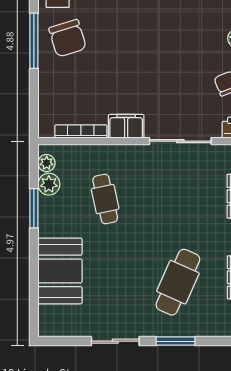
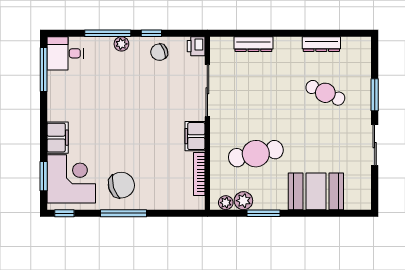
cafe table: (105, 199) -> (256, 154), width x1.37, depth x1.35
cafe table: (178, 282) -> (325, 93), width x0.73, depth x0.74

